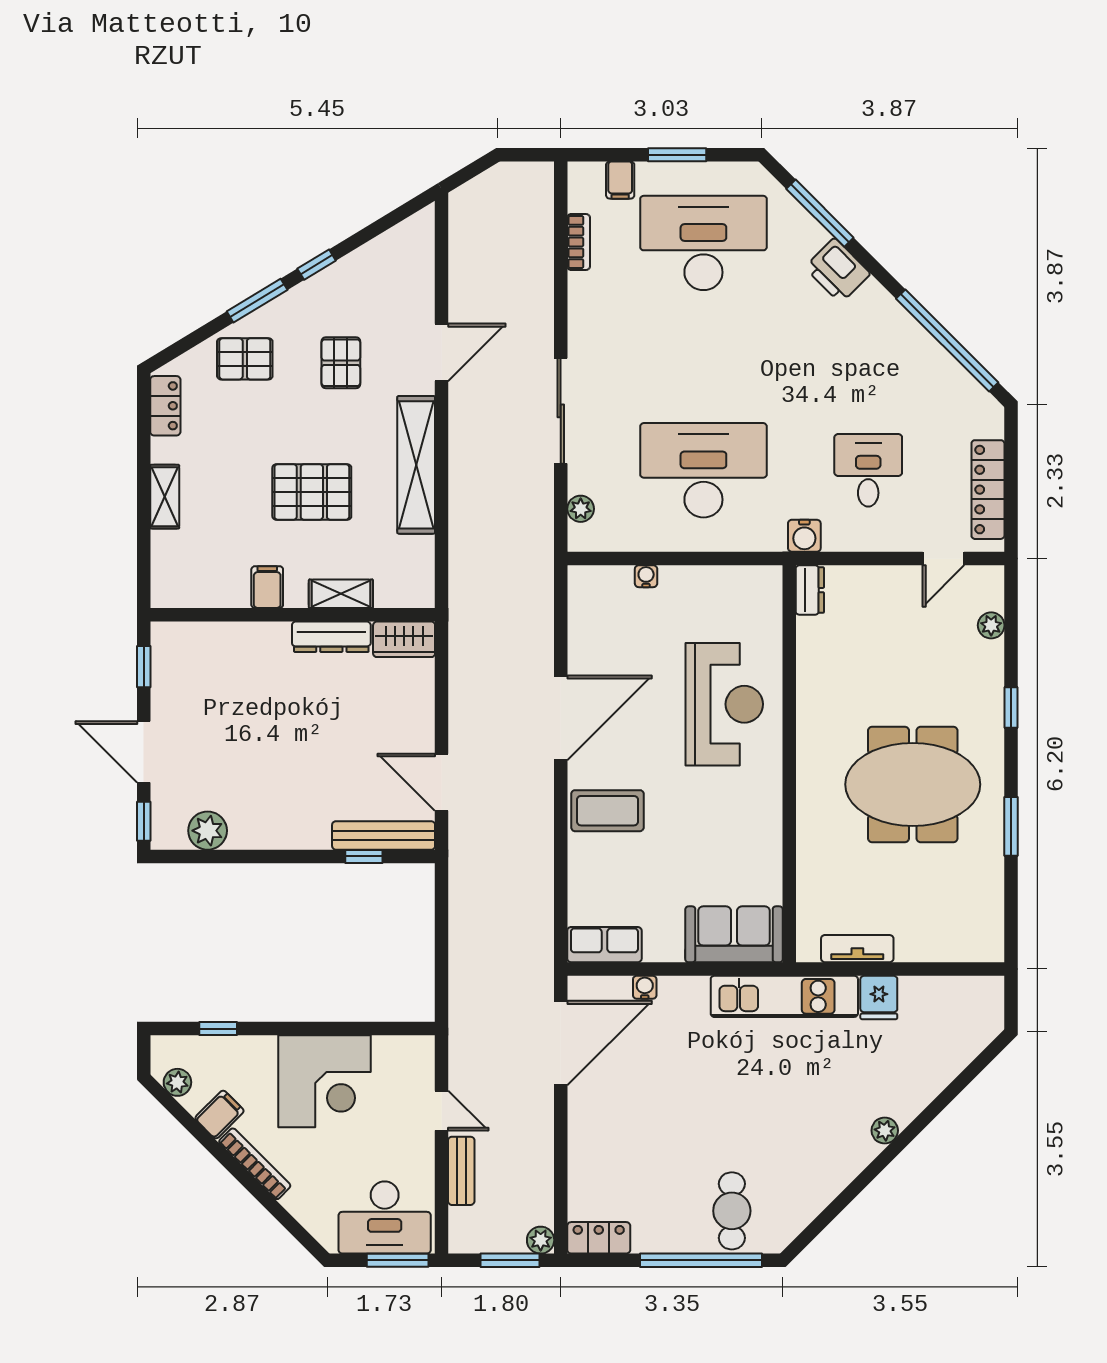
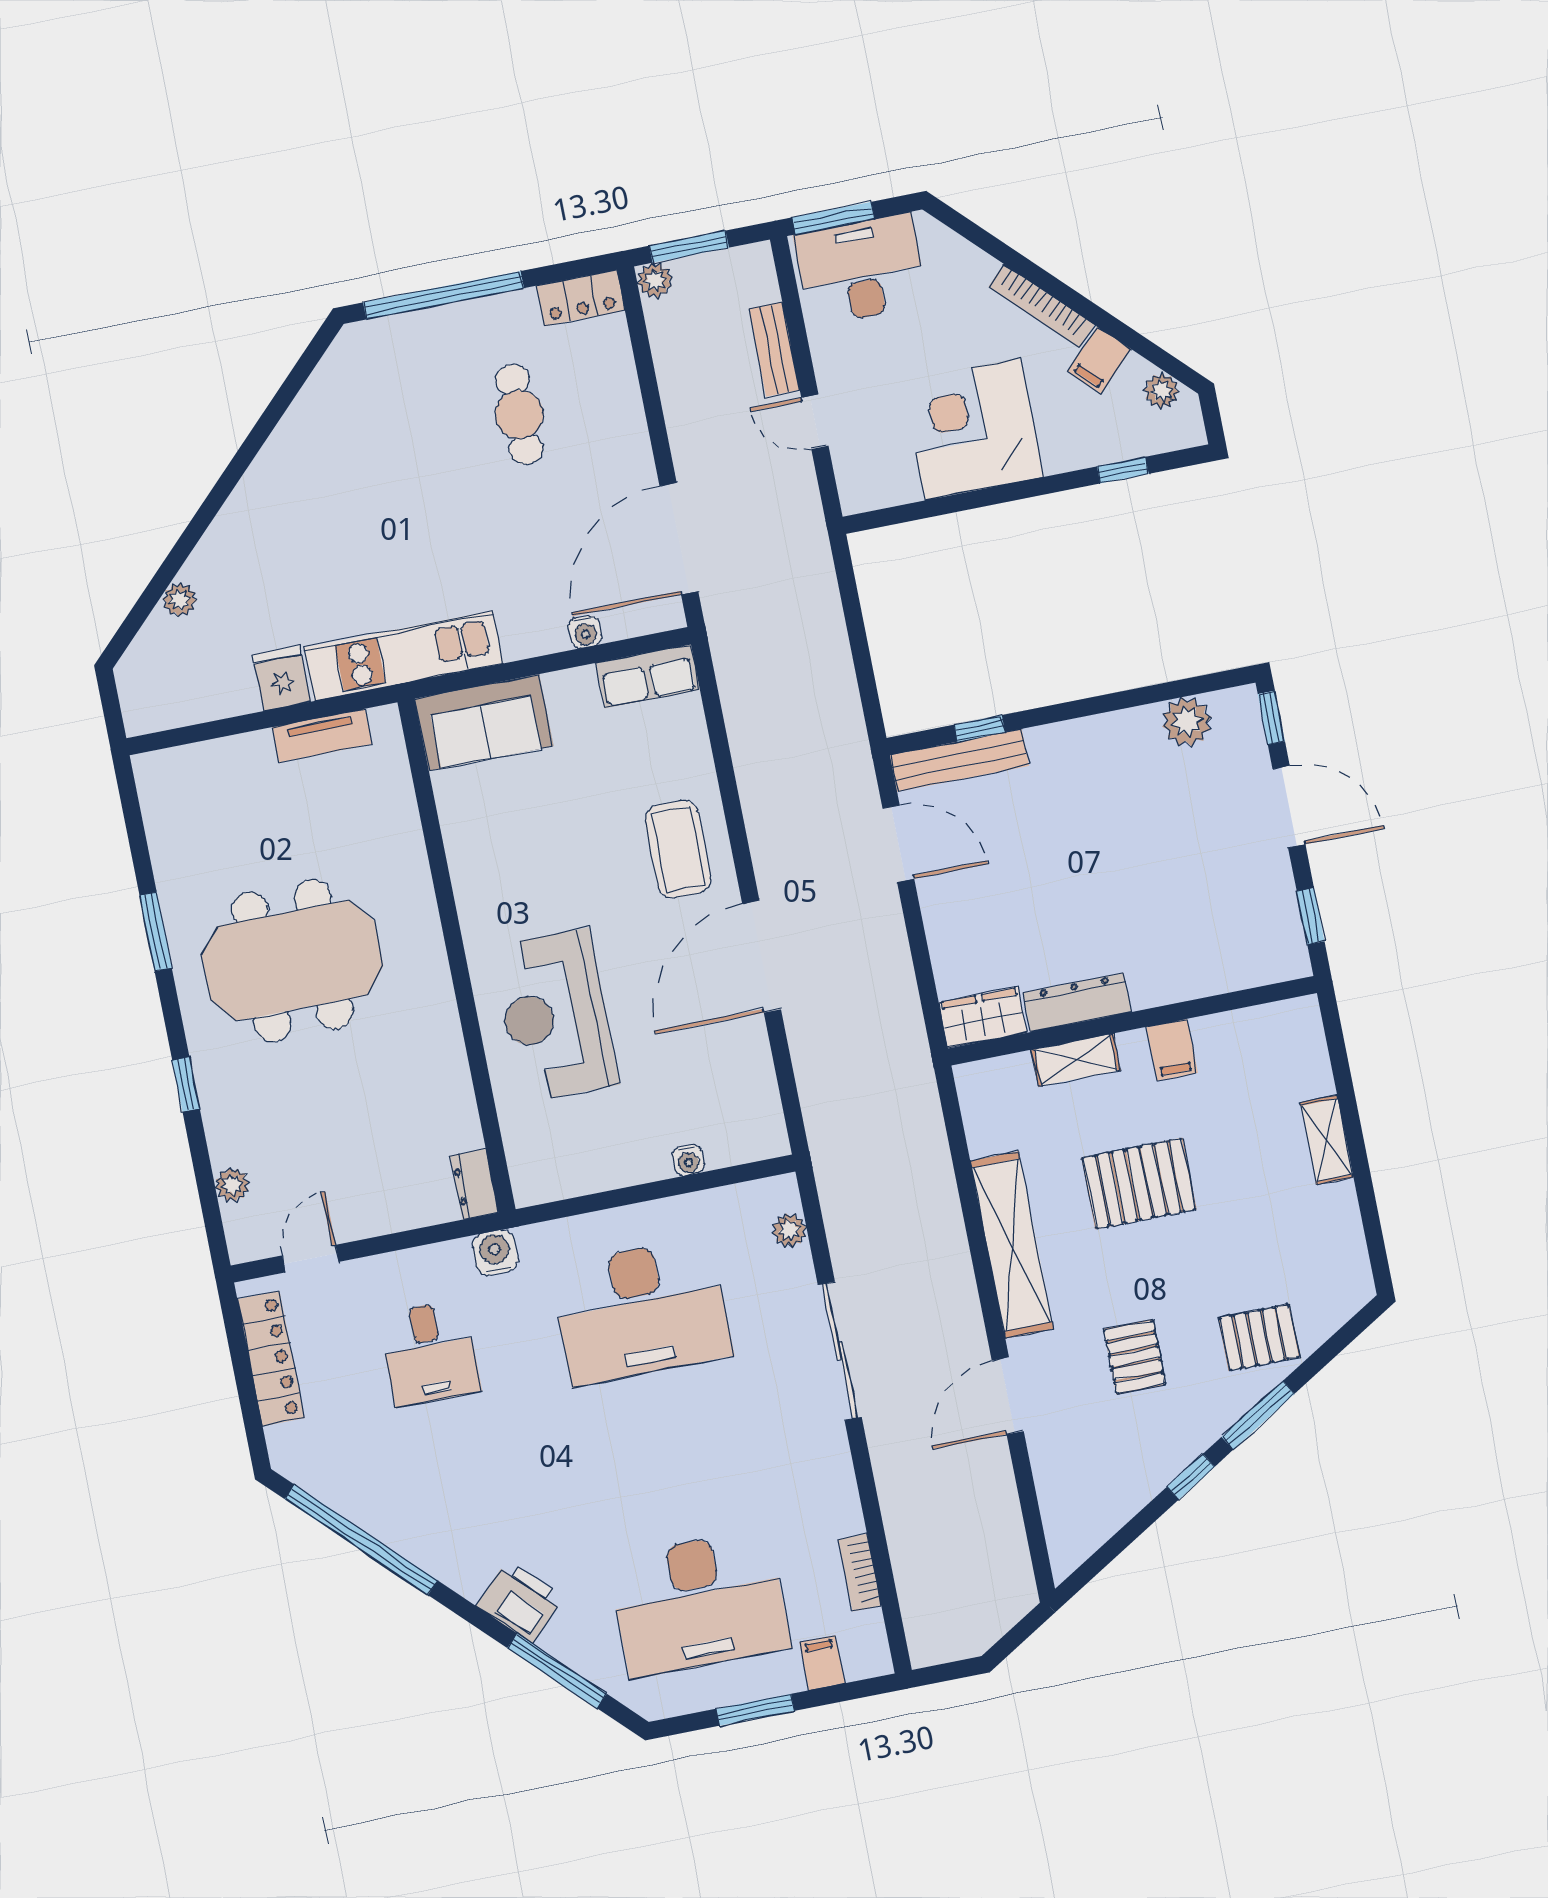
locker: (165, 406) -> (1349, 1257), removed
coffee table: (607, 811) -> (678, 849), turned 90
plant: (885, 1131) -> (180, 600), moved
cafe table: (732, 1211) -> (519, 414), moved

